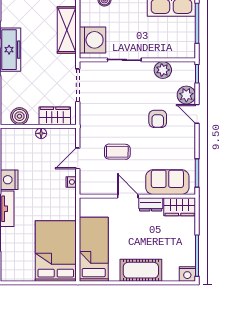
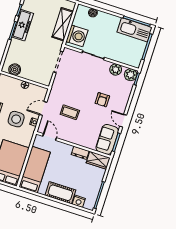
plant: (186, 95) -> (131, 75), moved
door: (197, 114) -> (123, 121), moved
wardrobe: (55, 116) -> (37, 77), removed
sofa: (167, 182) -> (107, 139), moved, turned -90
side table: (44, 186) -> (16, 119), added
door: (128, 196) -> (50, 137), moved
nightstand: (187, 274) -> (79, 201), moved

